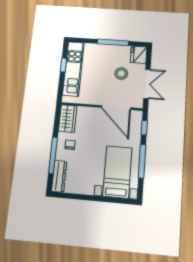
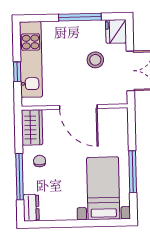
window: (63, 65) -> (17, 72), moved
door: (116, 108) -> (78, 107), moved
window: (144, 128) -> (132, 129), removed
dresser: (59, 176) -> (31, 208), width x0.70

